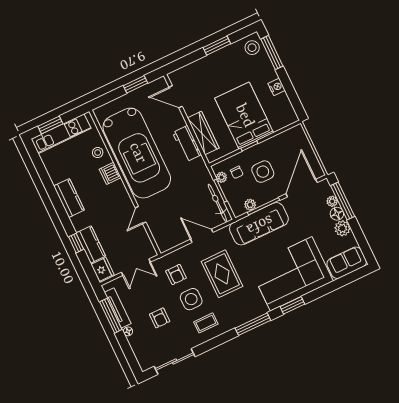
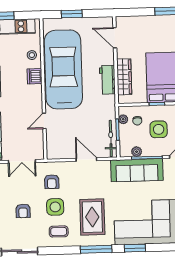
window: (135, 84) -> (72, 14), moved
car: (137, 153) -> (63, 69), turned 180
rug: (222, 274) -> (92, 217), moved

